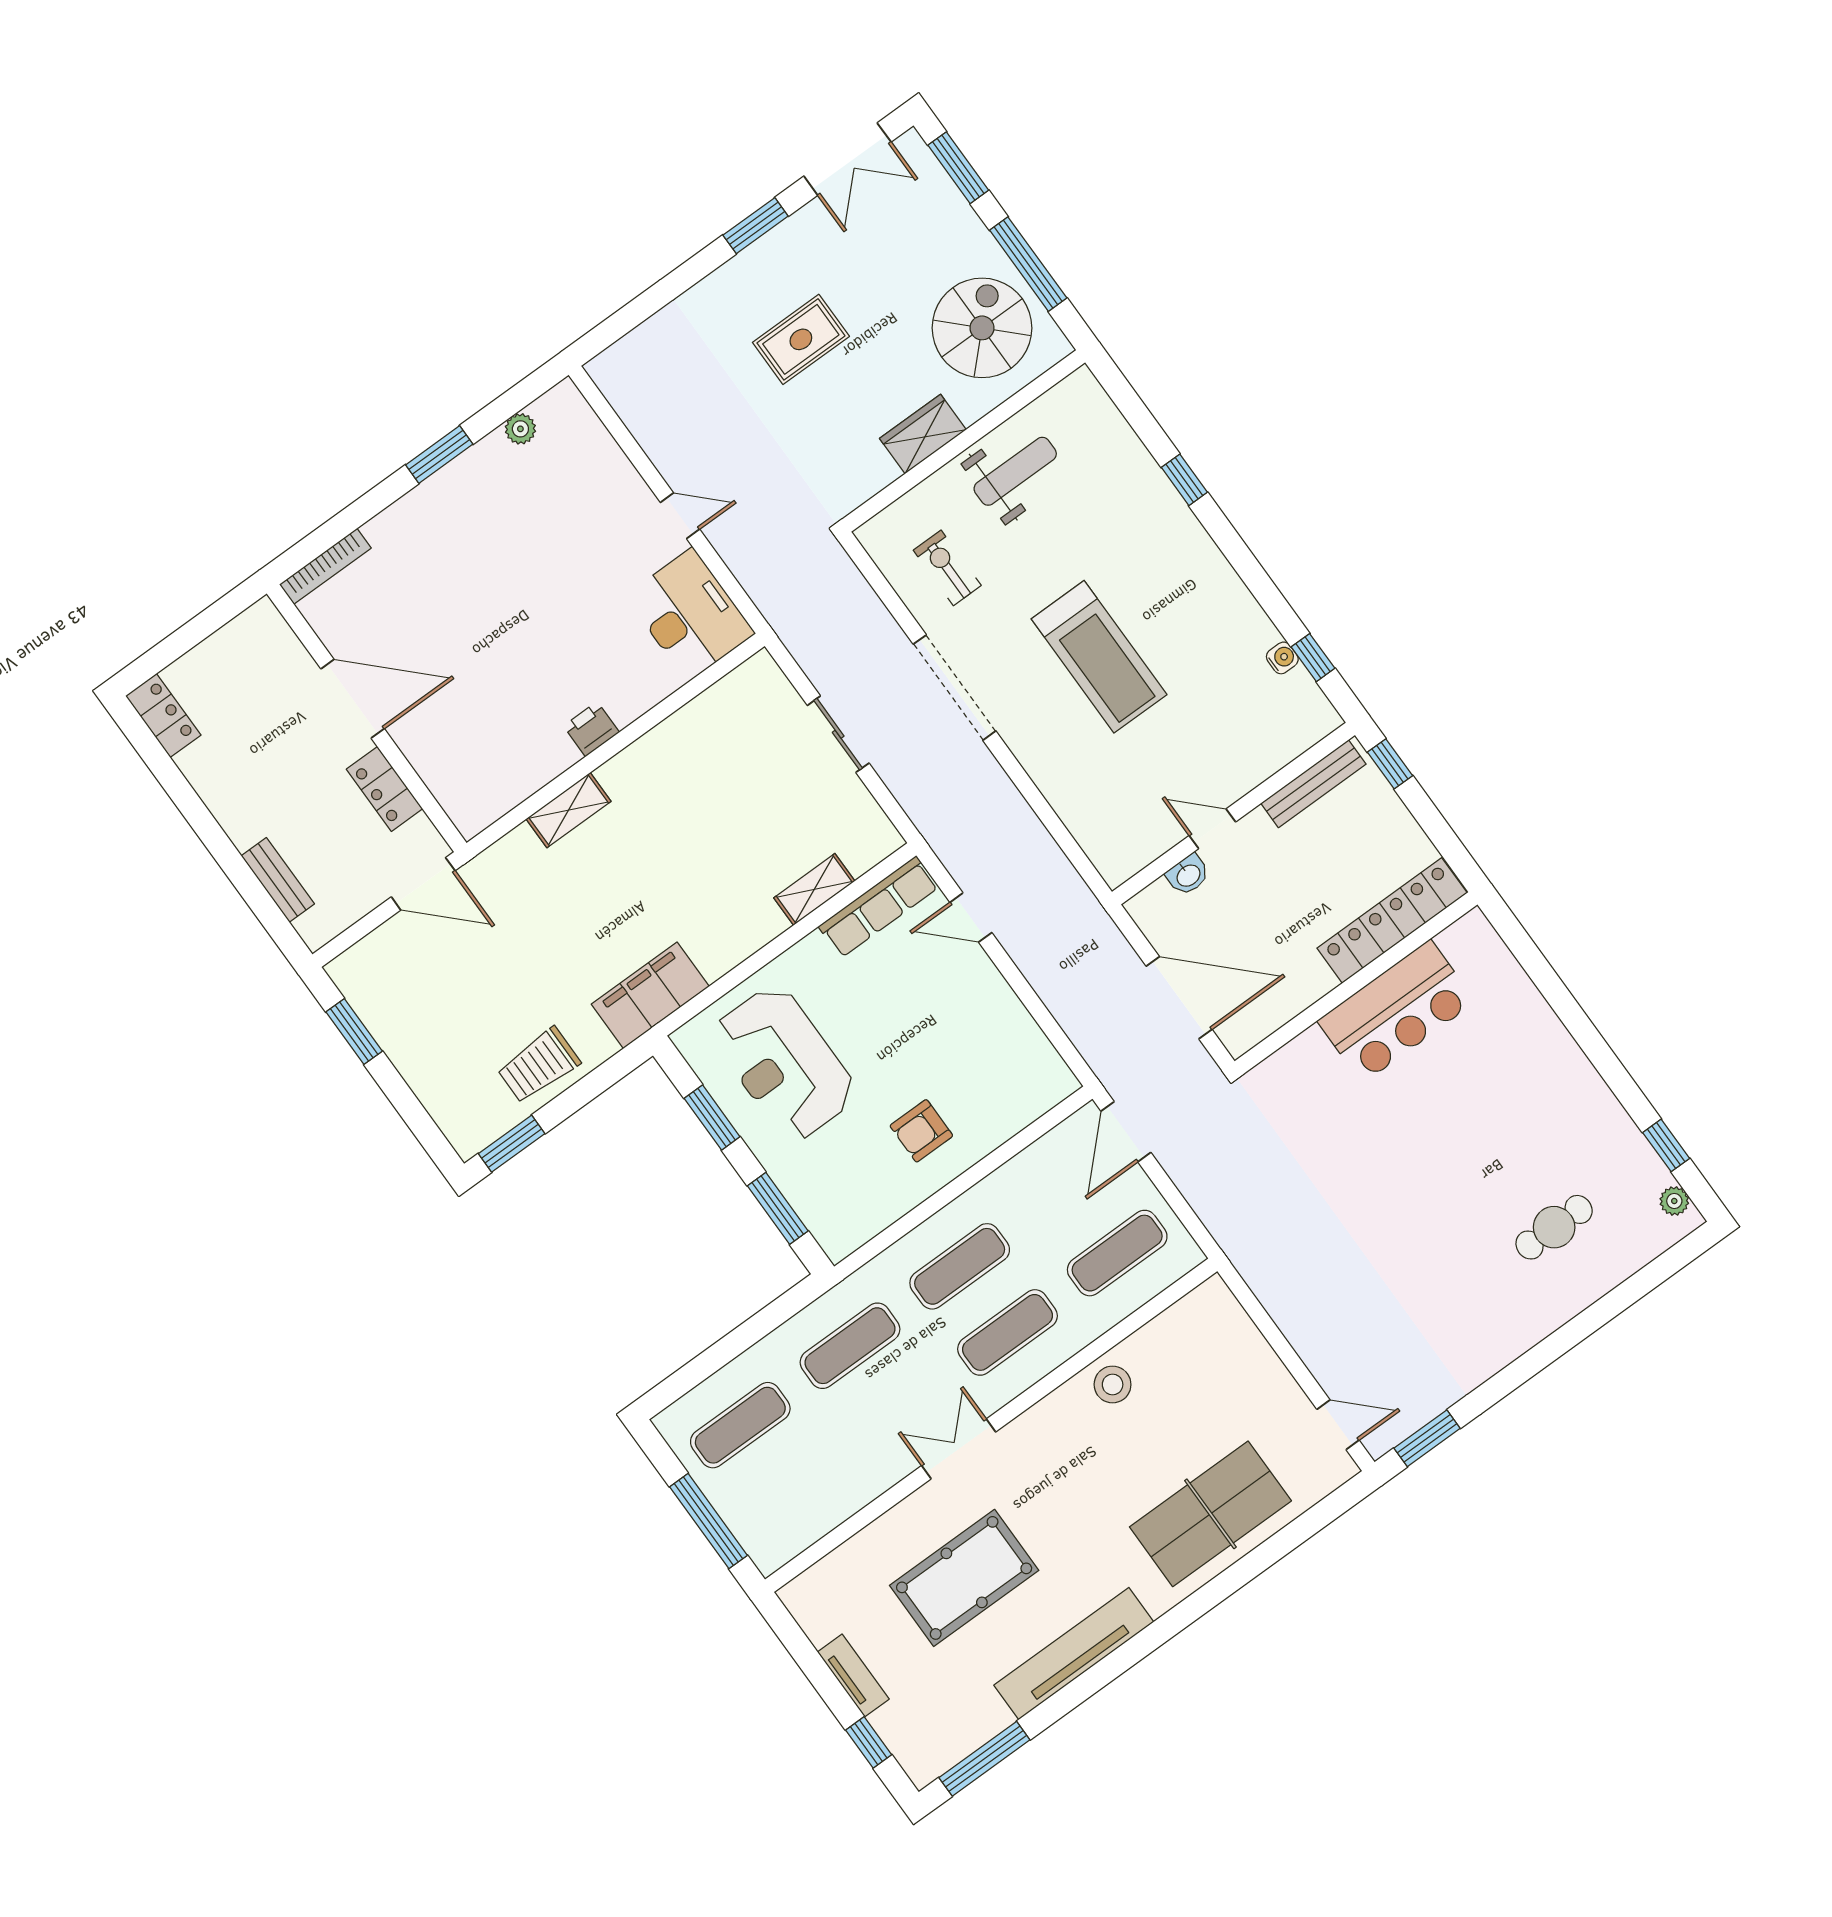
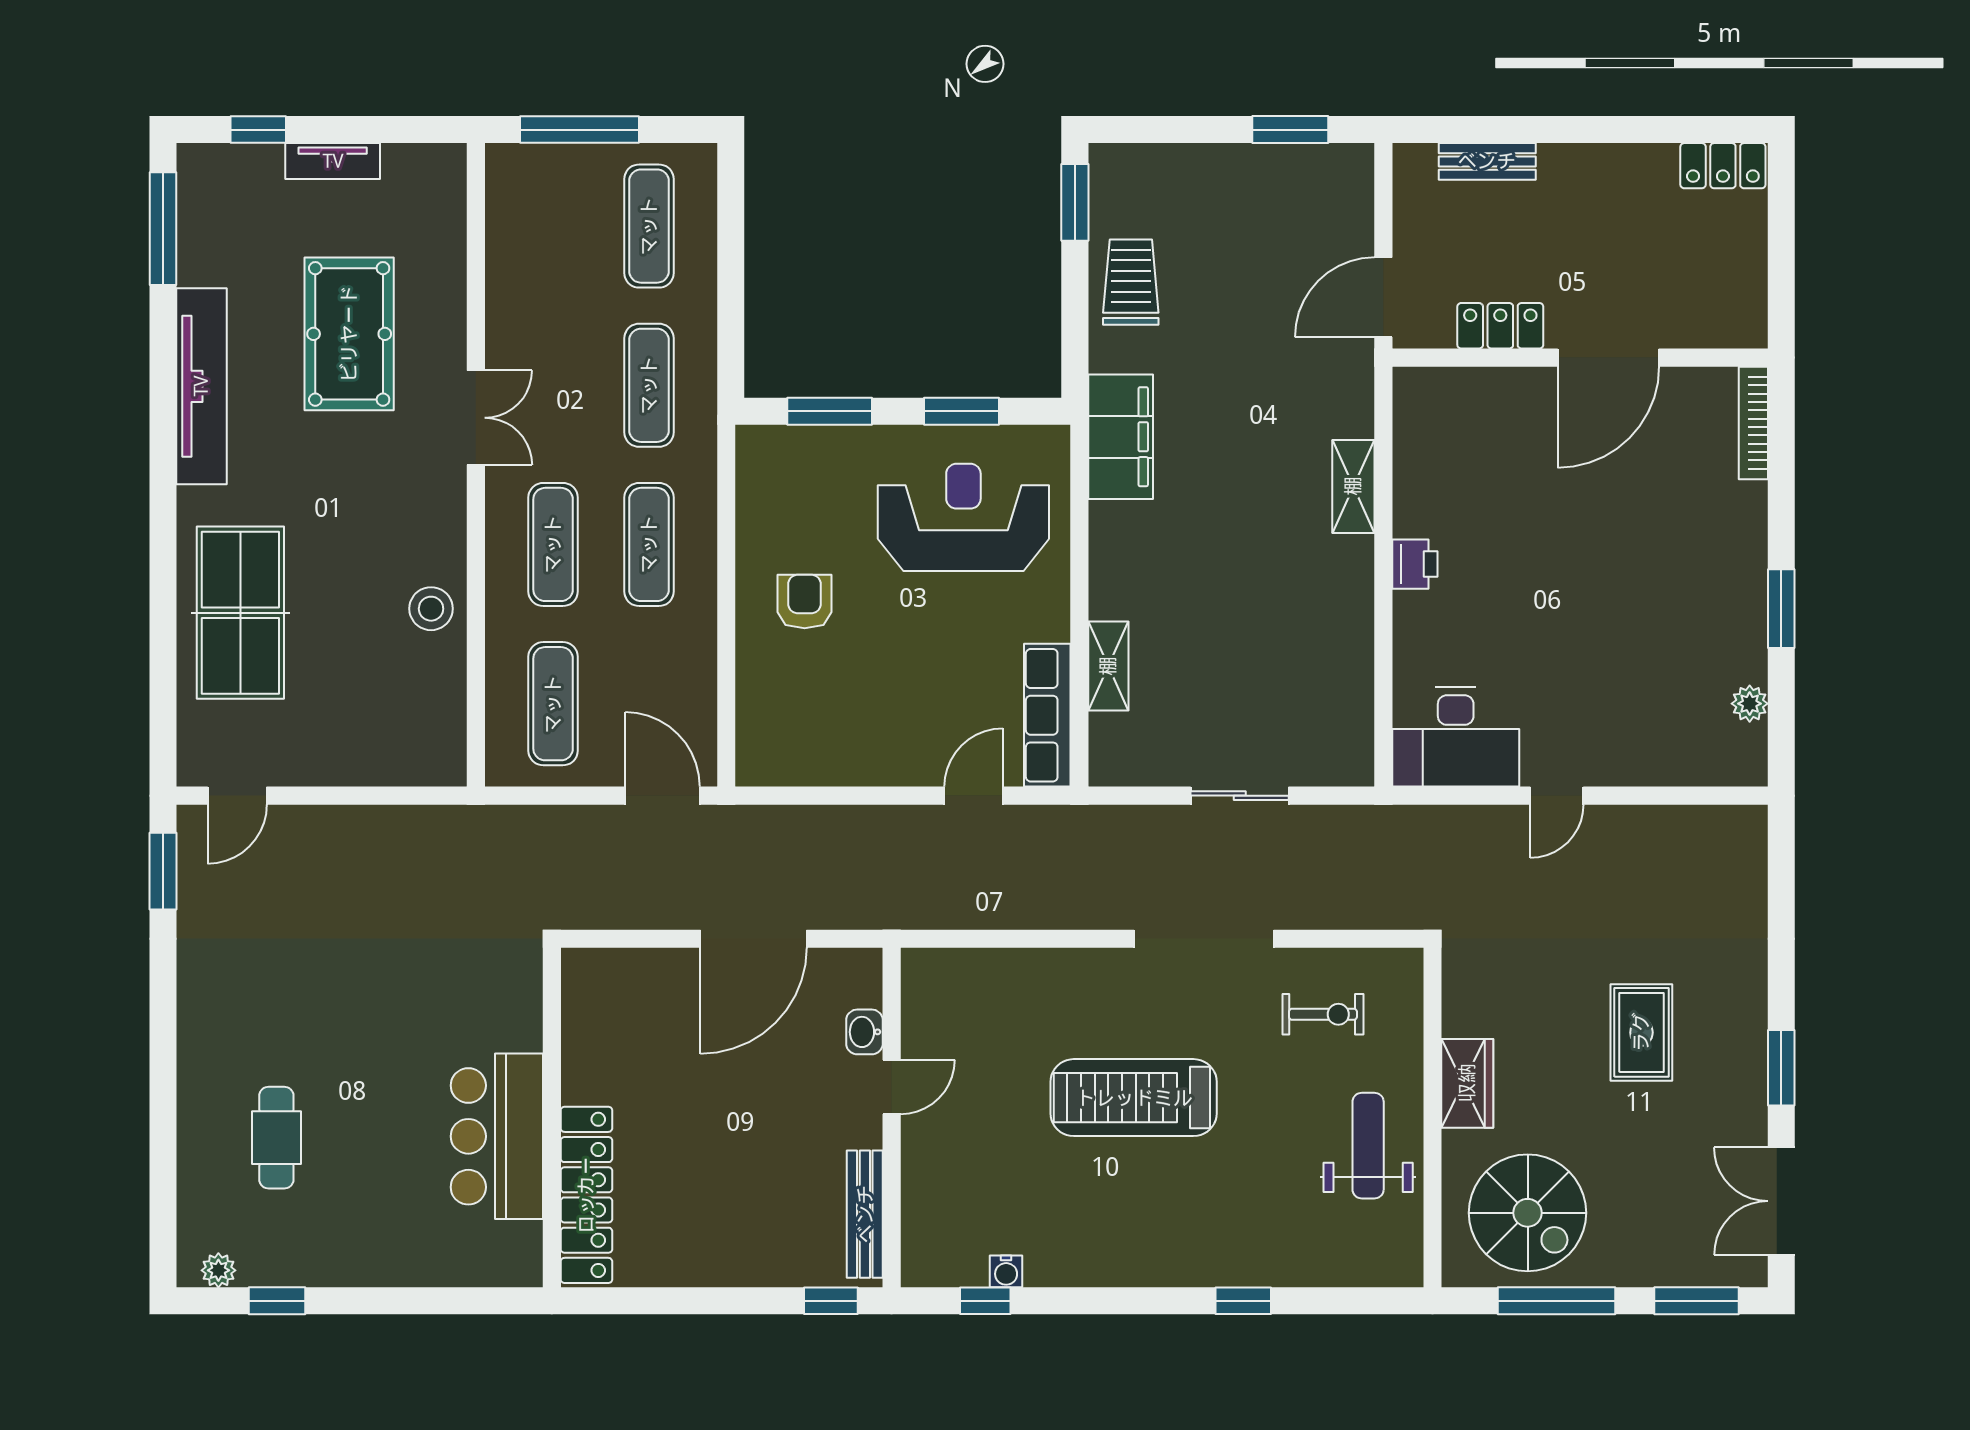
weight bench: (1015, 471) -> (1368, 1146), turned 180
locker: (1392, 920) -> (586, 1195), moved
wall: (1356, 983) -> (552, 1118), moved
bar counter: (1396, 1011) -> (497, 1136), moved

